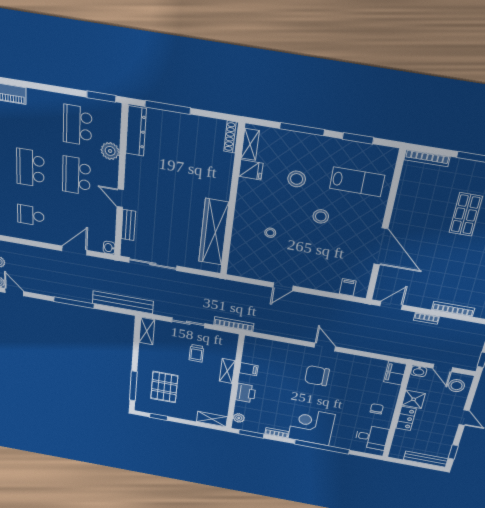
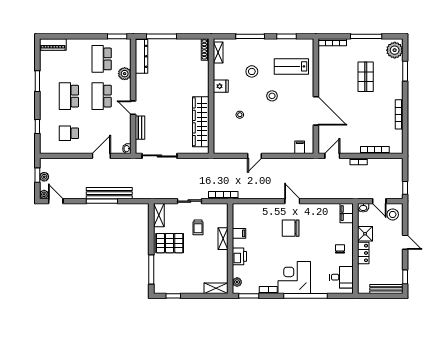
fridge: (251, 170) -> (221, 86), moved
lab bench: (357, 182) -> (291, 66), turned 180
bench: (123, 302) -> (109, 193), moved
pallet: (164, 387) -> (170, 243), moved, turned 90

